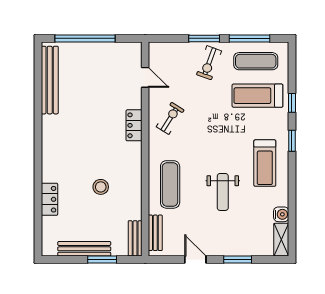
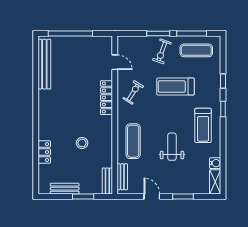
treadmill: (257, 96) -> (176, 87), moved
locker: (134, 125) -> (107, 98), width x1.53
weight bench: (223, 192) -> (172, 147), turned 180
bench: (84, 249) -> (65, 189), width x0.73

